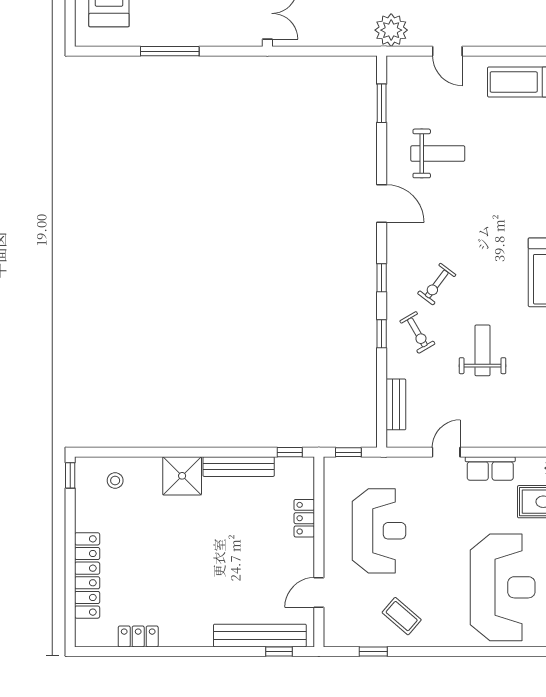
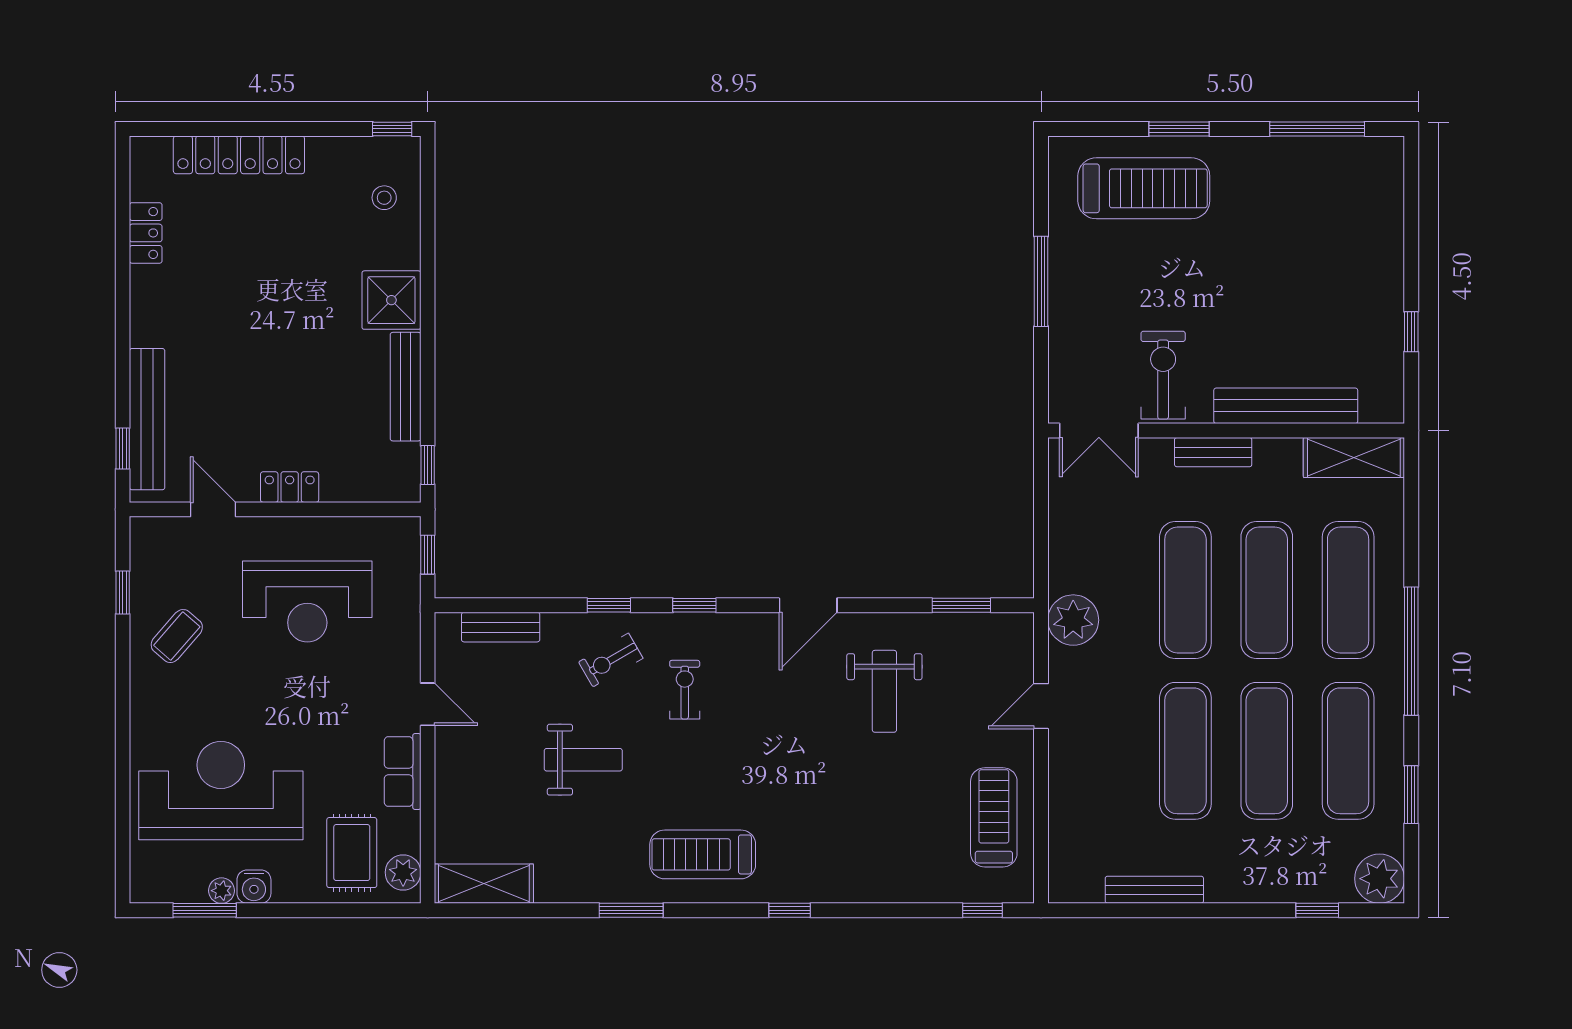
exercise bike: (437, 284) -> (685, 690), turned 53
locker: (304, 518) -> (290, 487), moved
reception desk: (503, 587) -> (221, 791), turned 180

